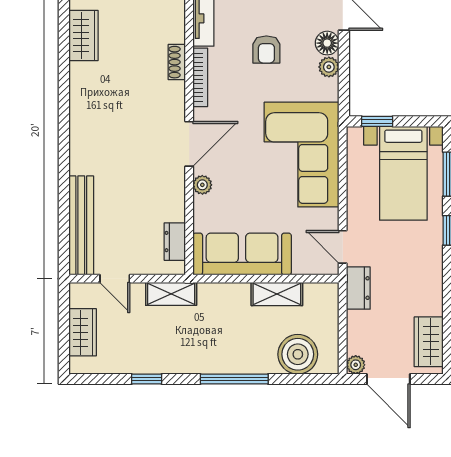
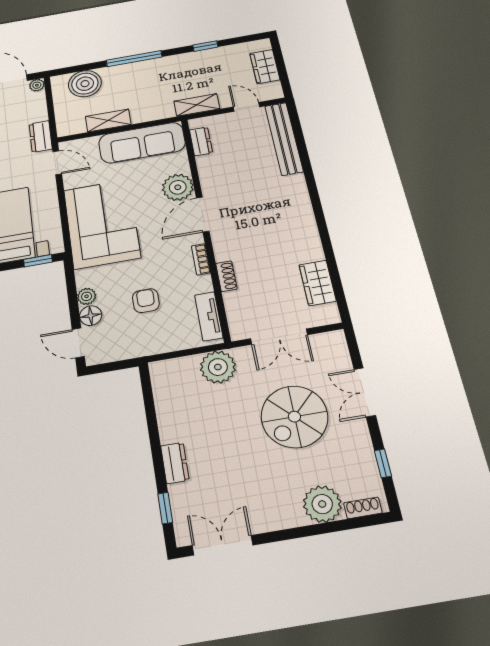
bookcase: (200, 77) -> (201, 259), width x0.64
plant: (202, 185) -> (178, 187), width x1.87, depth x1.87

